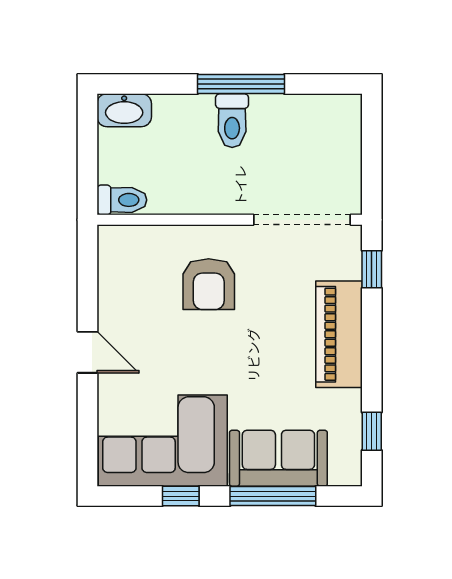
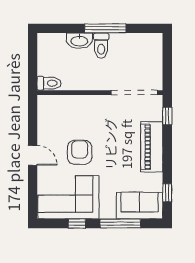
washbasin: (124, 110) -> (79, 41), moved
armchair: (209, 284) -> (80, 152), moved, turned 180
sofa: (278, 458) -> (140, 206), moved

